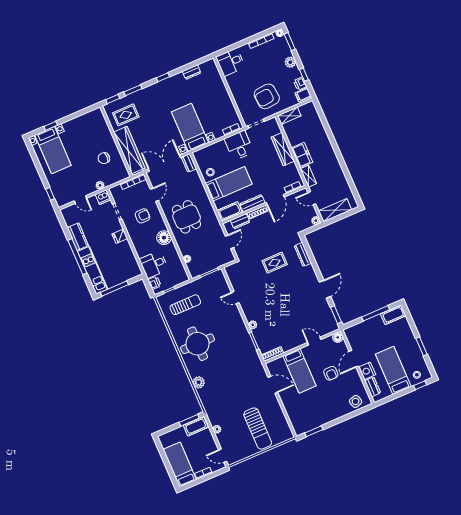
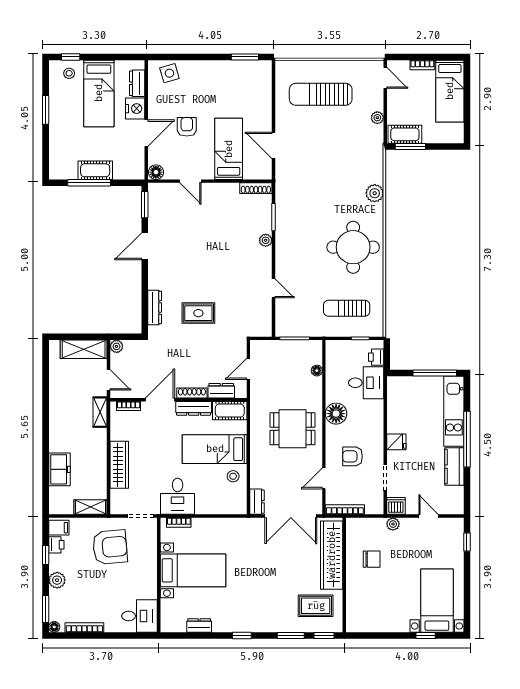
bed with nightstands: (190, 127) -> (193, 570), moved, turned -90
freezer: (302, 155) -> (59, 469), moved, turned 180
dining table: (187, 217) -> (292, 429), turned 90
cot: (393, 315) -> (95, 170), moved
sun lounger: (258, 429) -> (321, 94), turned -90

